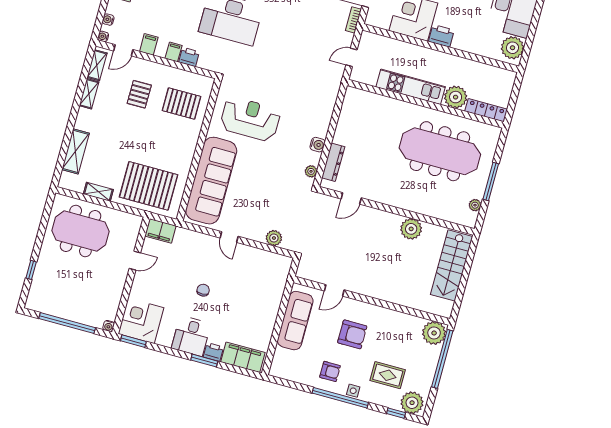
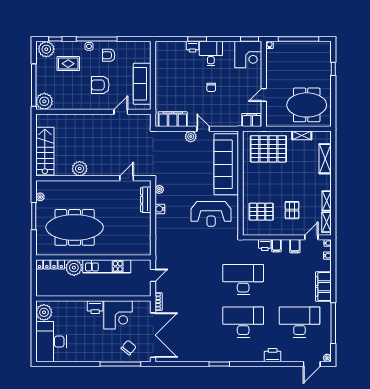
plant: (274, 238) -> (191, 136), moved
filing cabinet: (243, 357) -> (173, 119), moved, turned 180

